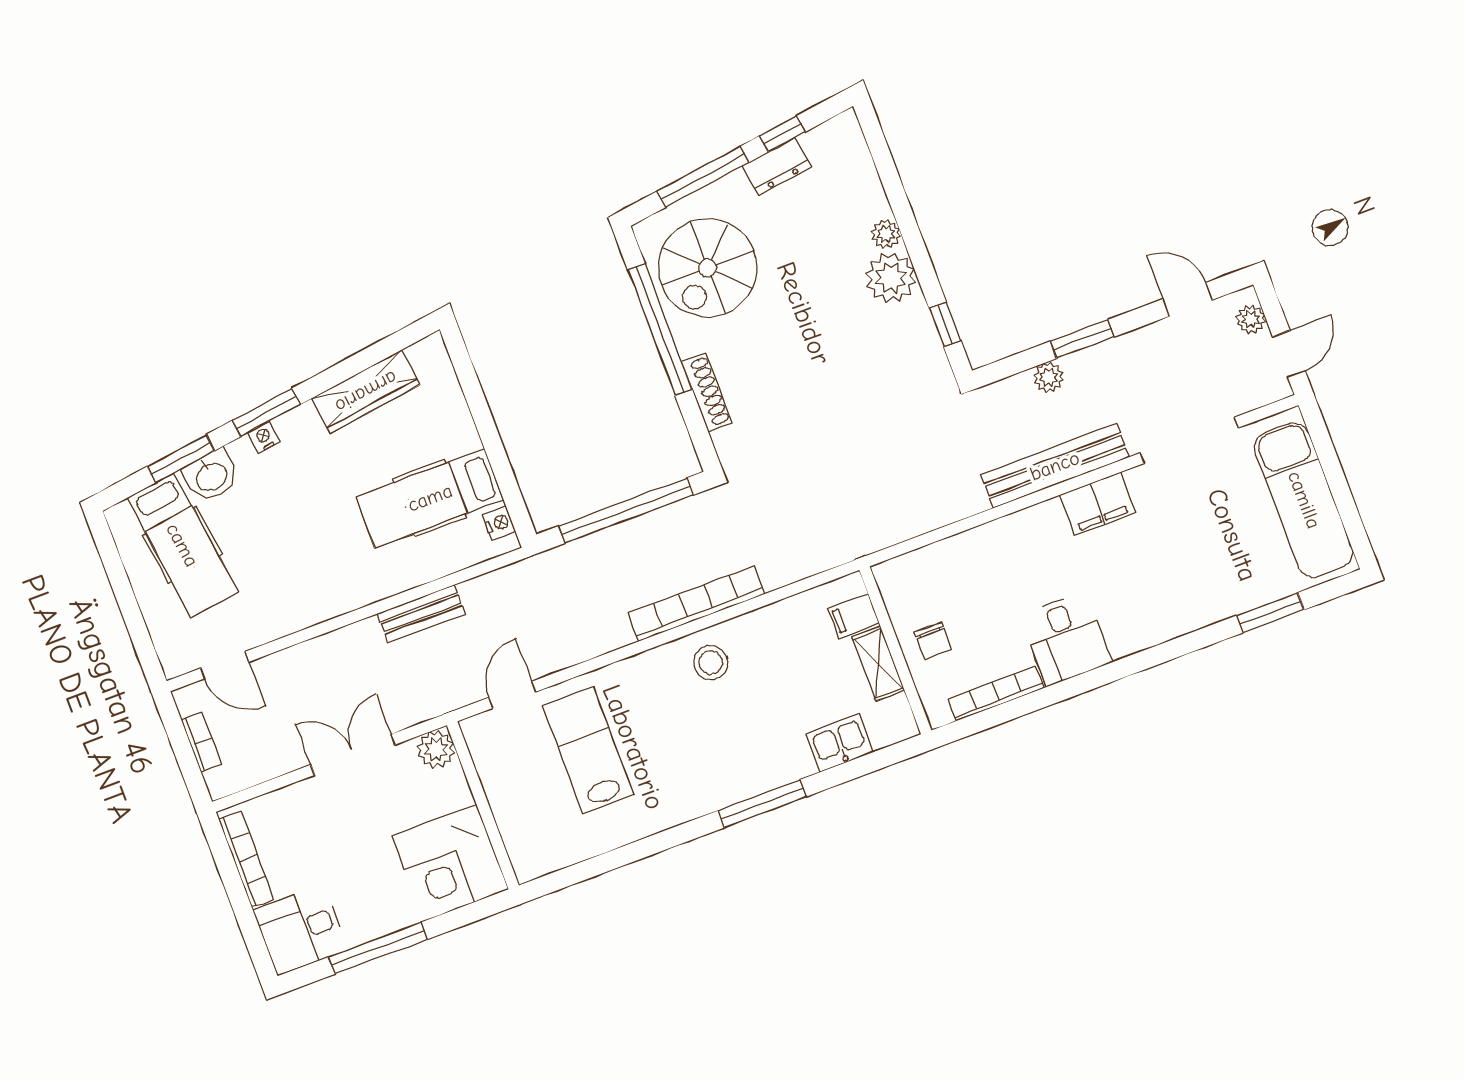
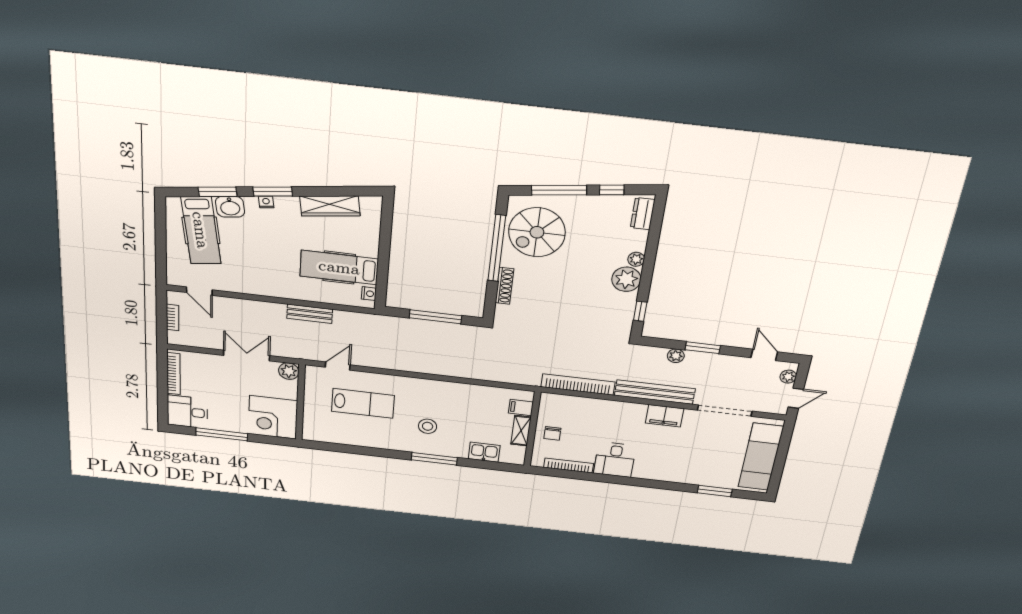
dresser: (777, 166) -> (643, 214), moved, turned 98
window: (626, 510) -> (435, 317), width x0.68
bookcase: (696, 603) -> (578, 384), moved
stool: (711, 663) -> (428, 426), moved
lab bench: (588, 750) -> (363, 403), turned 90

